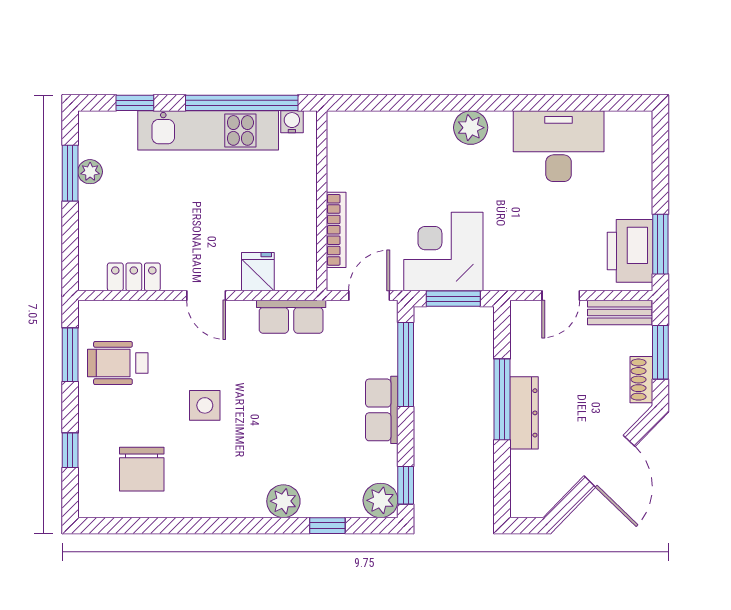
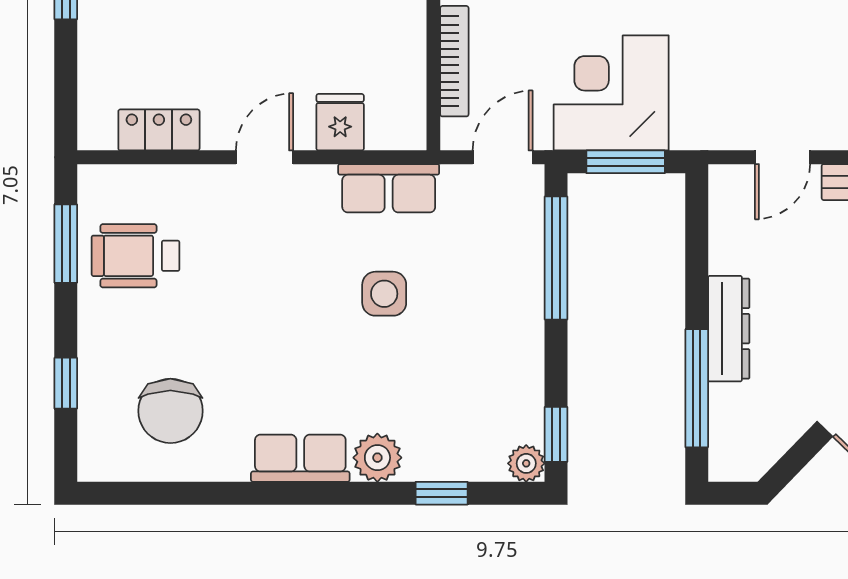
door: (206, 296) -> (265, 157), swing flipped
window: (502, 399) -> (697, 388), moved
side table: (205, 405) -> (384, 294), moved
row of seats: (382, 410) -> (300, 458), moved, turned 90
plant: (381, 500) -> (526, 463), width x0.73, depth x0.73

